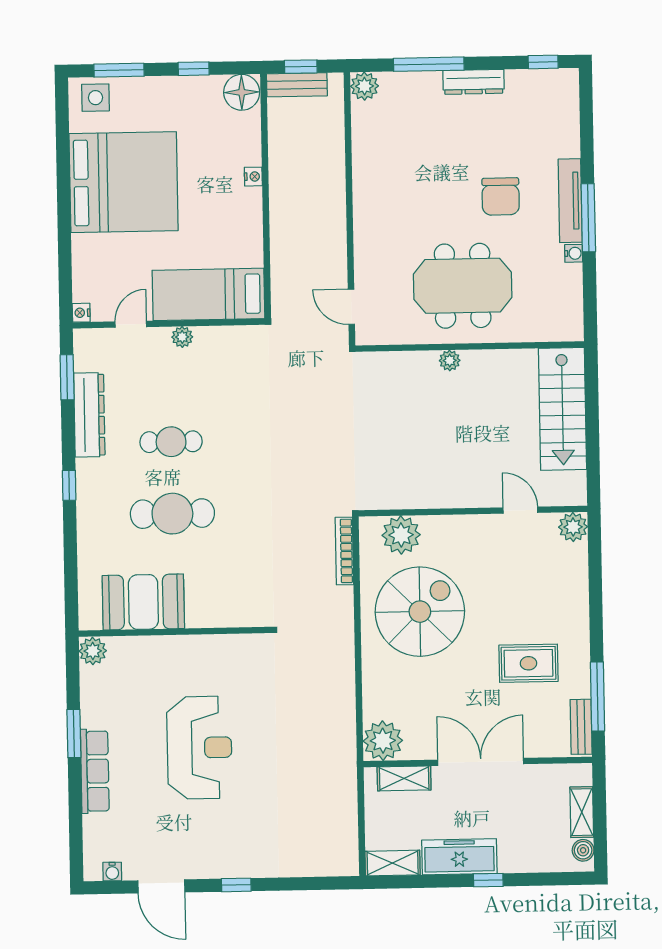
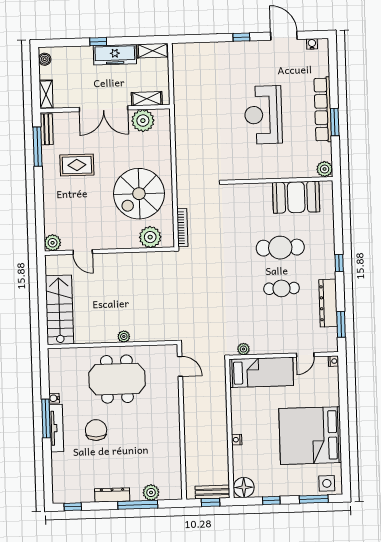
plant: (364, 86) -> (151, 492), moved
plant: (182, 337) -> (243, 349), moved
plant: (383, 741) -> (143, 121), moved
row of seats: (95, 771) -> (323, 109), width x1.36
shelving: (582, 812) -> (46, 94), moved

